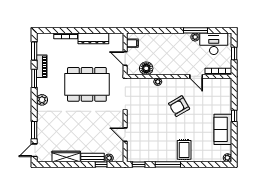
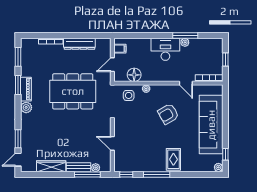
desk: (214, 44) -> (165, 49), moved
door: (125, 59) -> (112, 65), hinge flipped
piano: (42, 66) -> (26, 89), moved
side table: (141, 88) -> (129, 95), added
window: (234, 116) -> (225, 154), moved
sofa: (223, 129) -> (211, 125), width x1.85, depth x1.27
window: (101, 164) -> (87, 174), width x2.17

